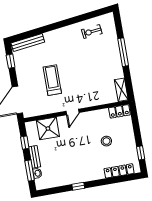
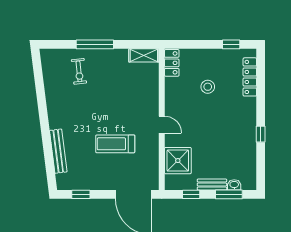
exercise bike: (92, 32) -> (79, 71), moved
bench: (28, 42) -> (58, 151), moved

